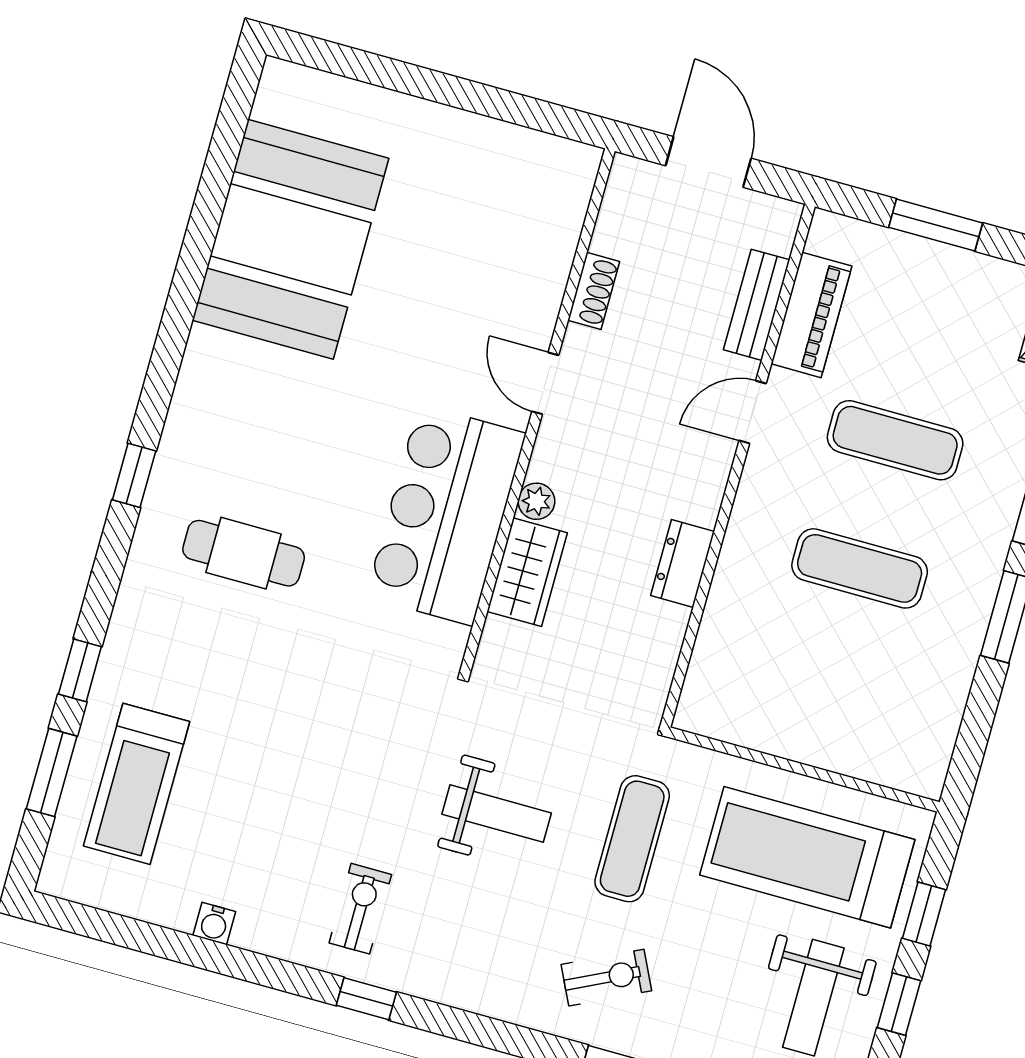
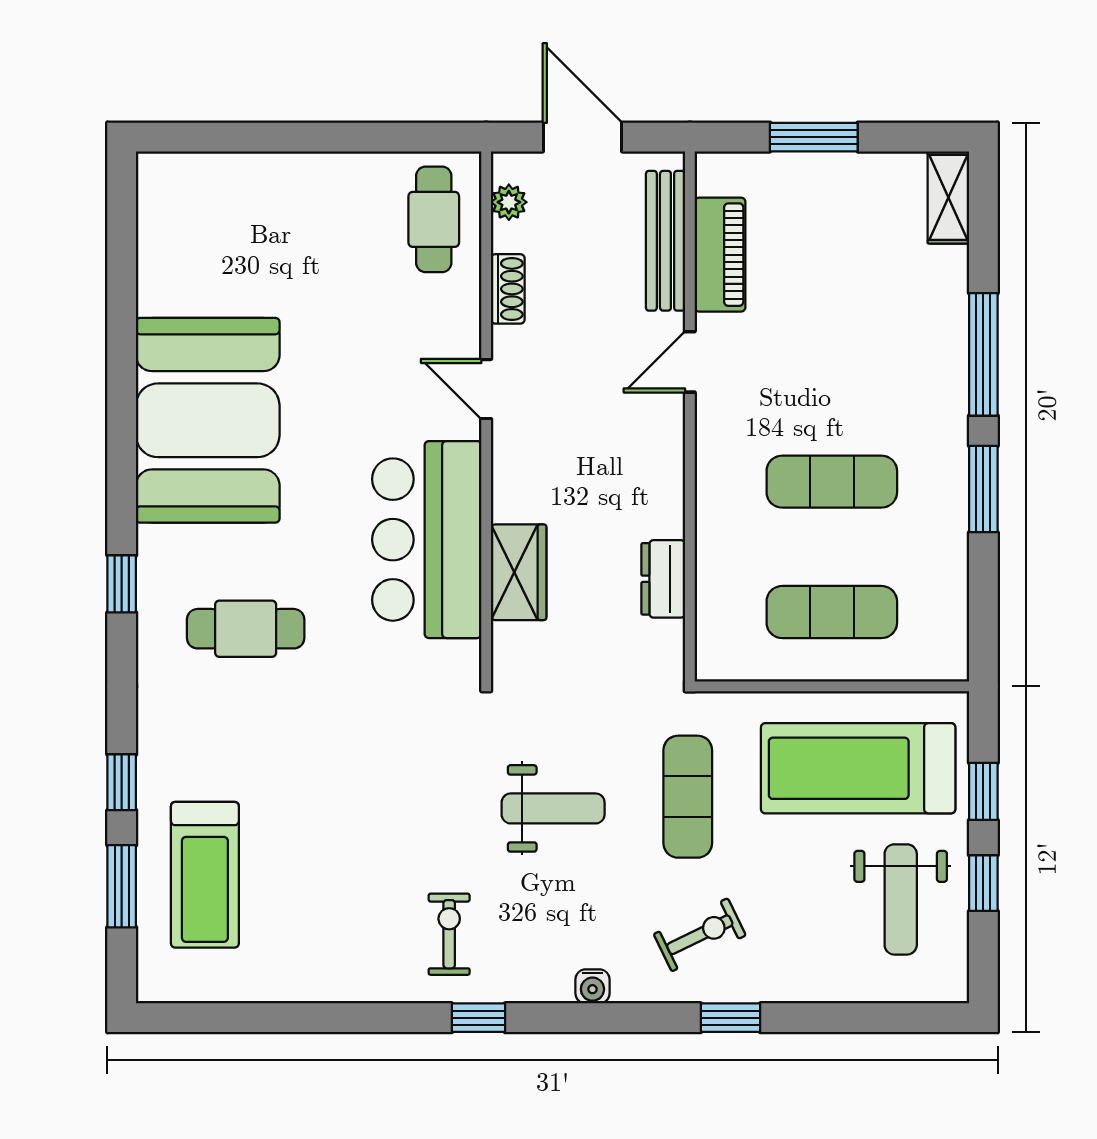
cafe table: (540, 202) -> (434, 219), added
booth: (291, 239) -> (208, 420), moved
bench: (757, 305) -> (665, 241), width x1.36
exercise mat: (895, 440) -> (832, 612), moved
plant: (536, 501) -> (509, 202), moved
dresser: (683, 564) -> (663, 579), moved
water cooler: (214, 924) -> (592, 986), moved

